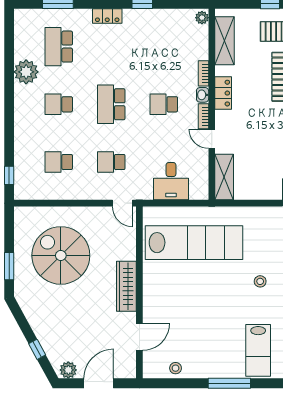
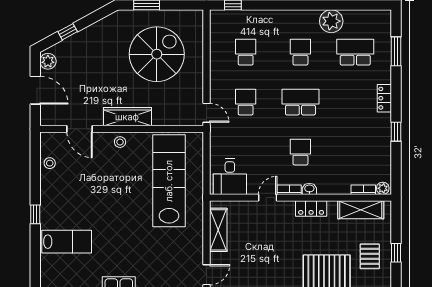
bookcase: (203, 73) -> (363, 190), moved
shelving: (224, 177) -> (218, 230), moved, turned 90
desk: (171, 181) -> (230, 177), moved, turned -90
door: (122, 203) -> (206, 113), swing flipped
lab bench: (194, 243) -> (169, 181), turned 180
stool: (260, 281) -> (120, 142), moved
lab bench: (258, 350) -> (67, 242), turned 180
window: (229, 383) -> (35, 214), width x0.46

